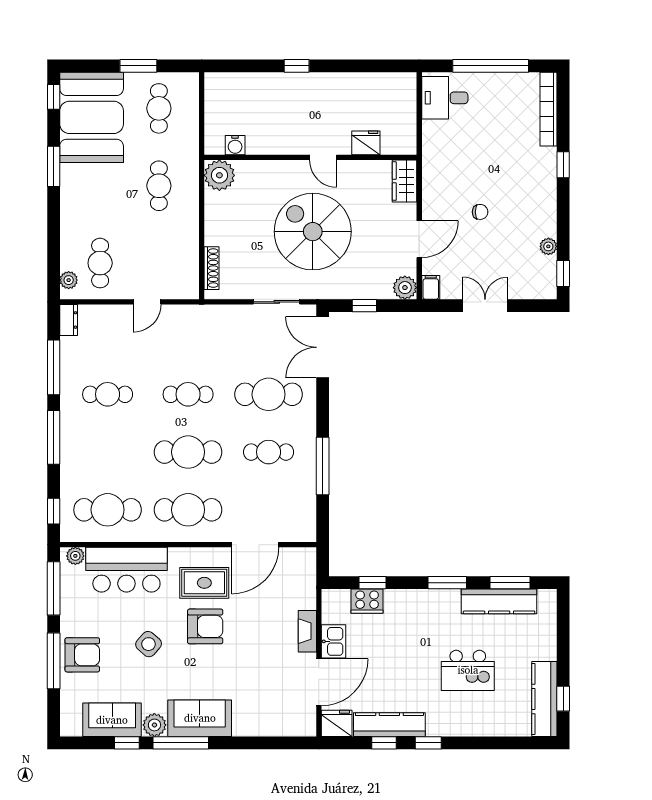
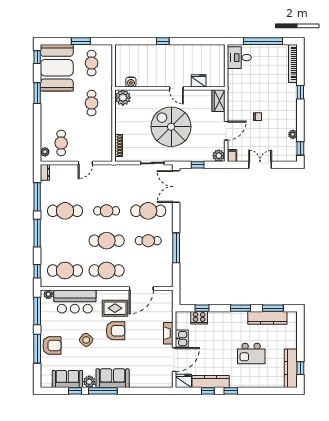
cafe table: (108, 394) -> (65, 211), width x1.37, depth x1.35

